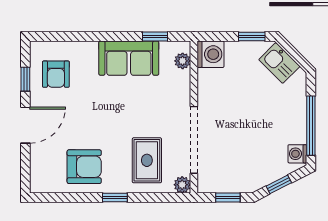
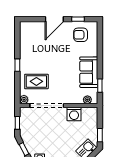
washing machine: (210, 54) -> (74, 114), moved
door: (25, 125) -> (54, 19), hinge flipped
armchair: (84, 167) -> (33, 49), removed

